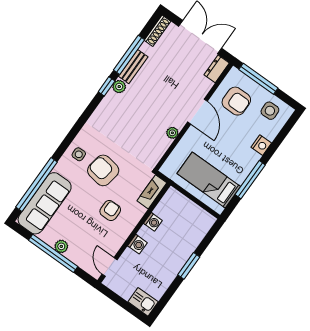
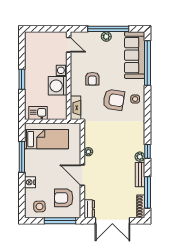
window: (129, 55) -> (147, 192), moved
washing machine: (153, 222) -> (58, 86), width x1.89, depth x1.89
kitchen sink: (143, 302) -> (38, 113), moved, turned 180

